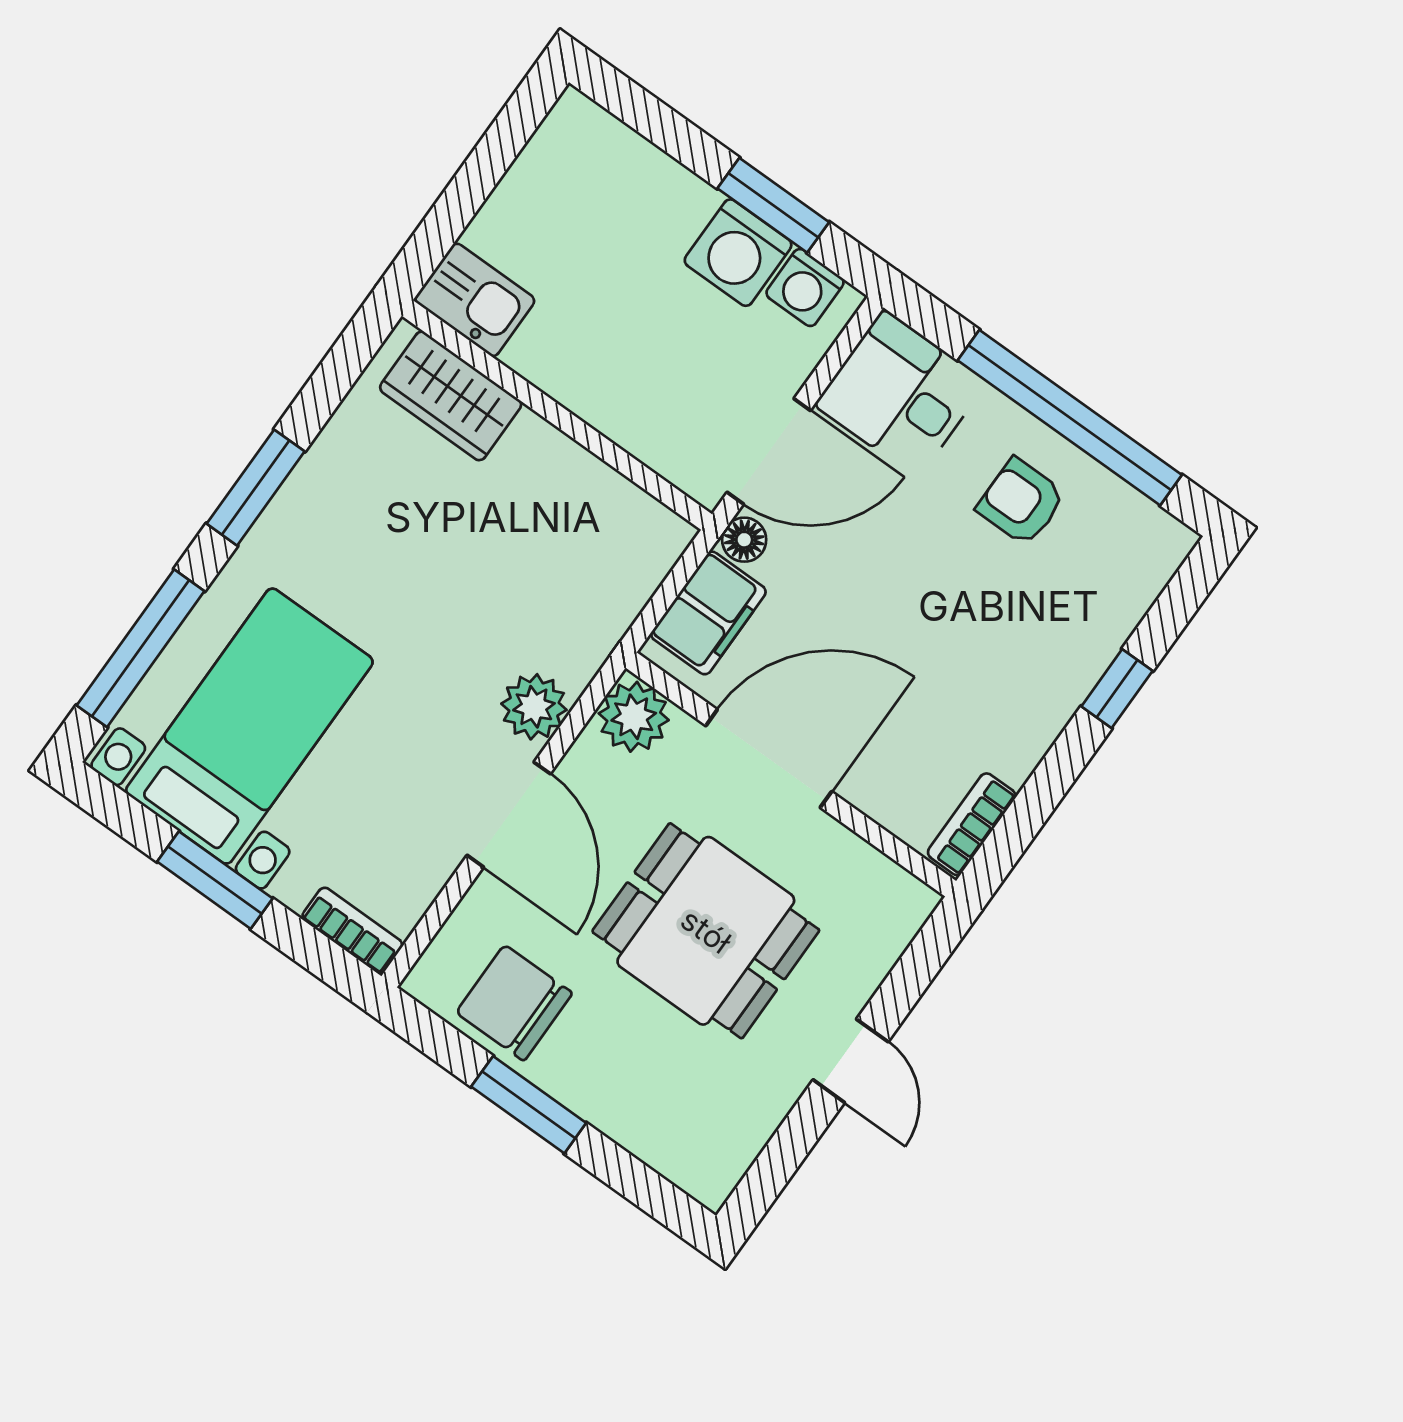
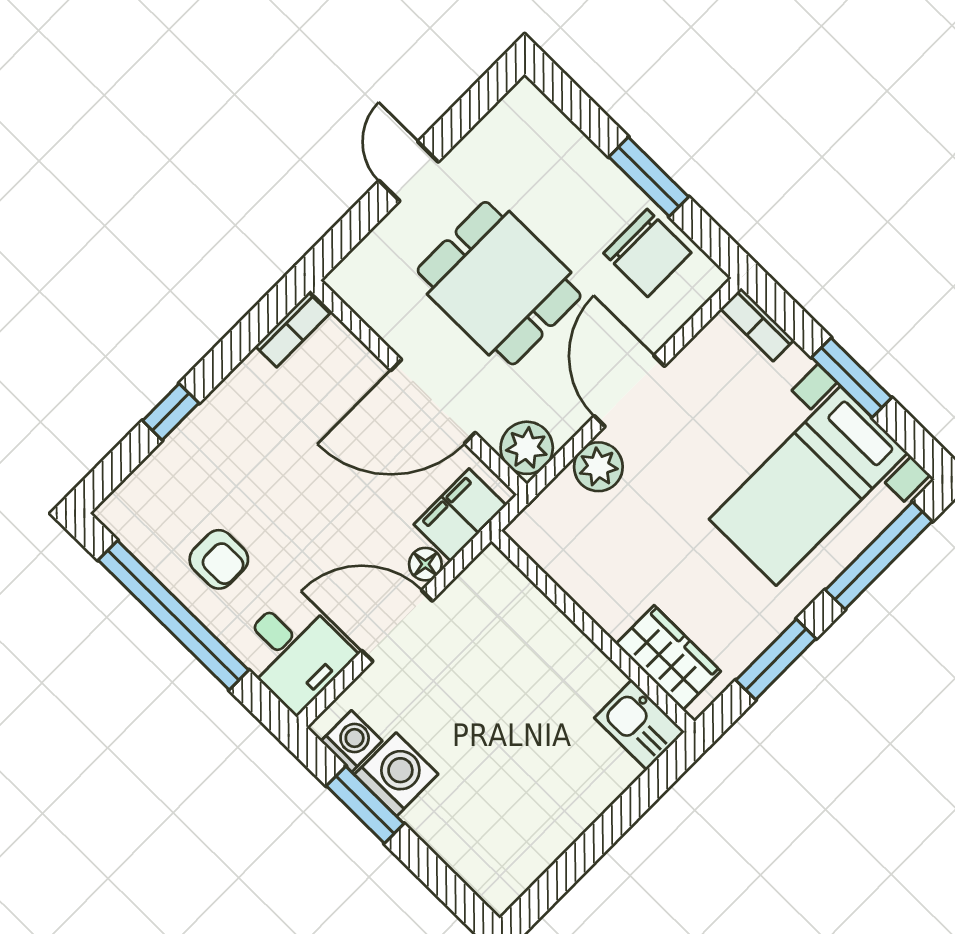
kitchen sink: (475, 300) -> (639, 725), moved
wardrobe: (451, 396) -> (668, 658), moved
wall: (557, 415) -> (593, 631), moved

